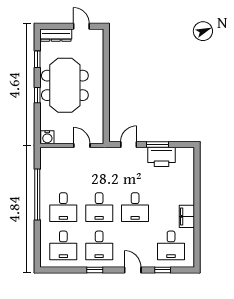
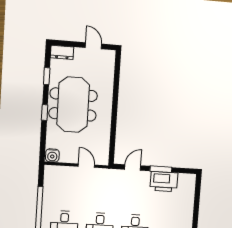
dresser: (56, 35) -> (62, 52), width x0.70

